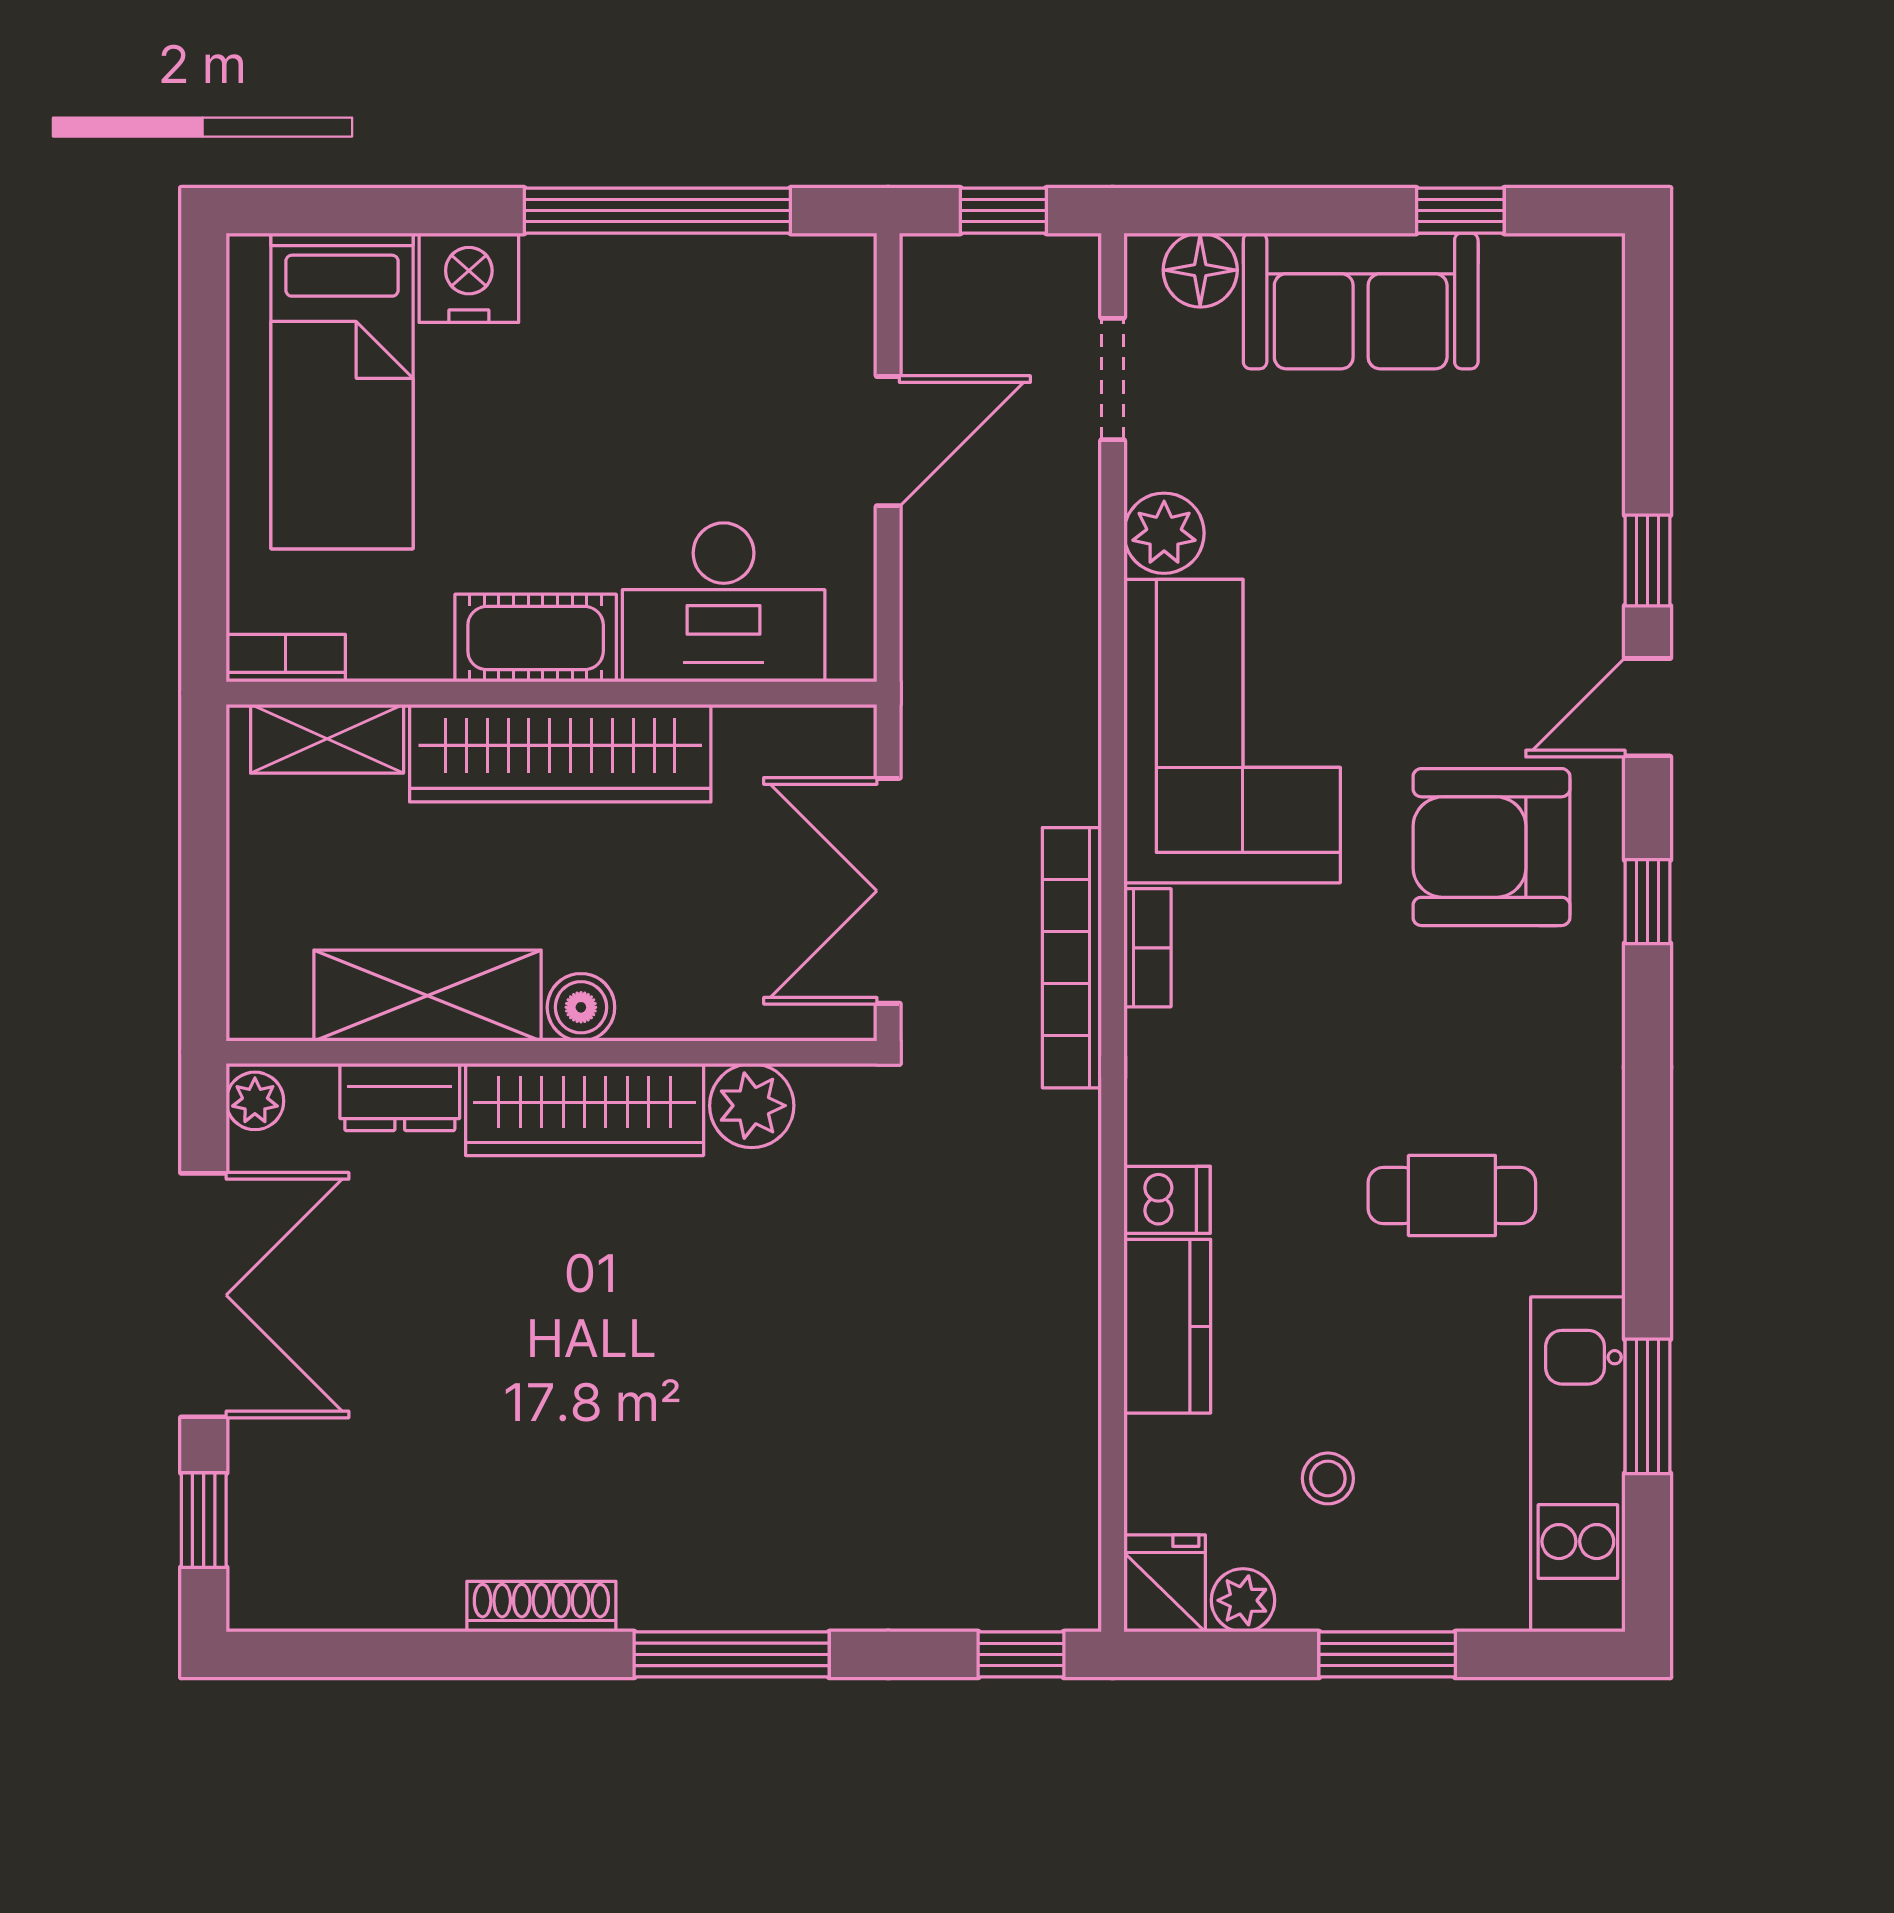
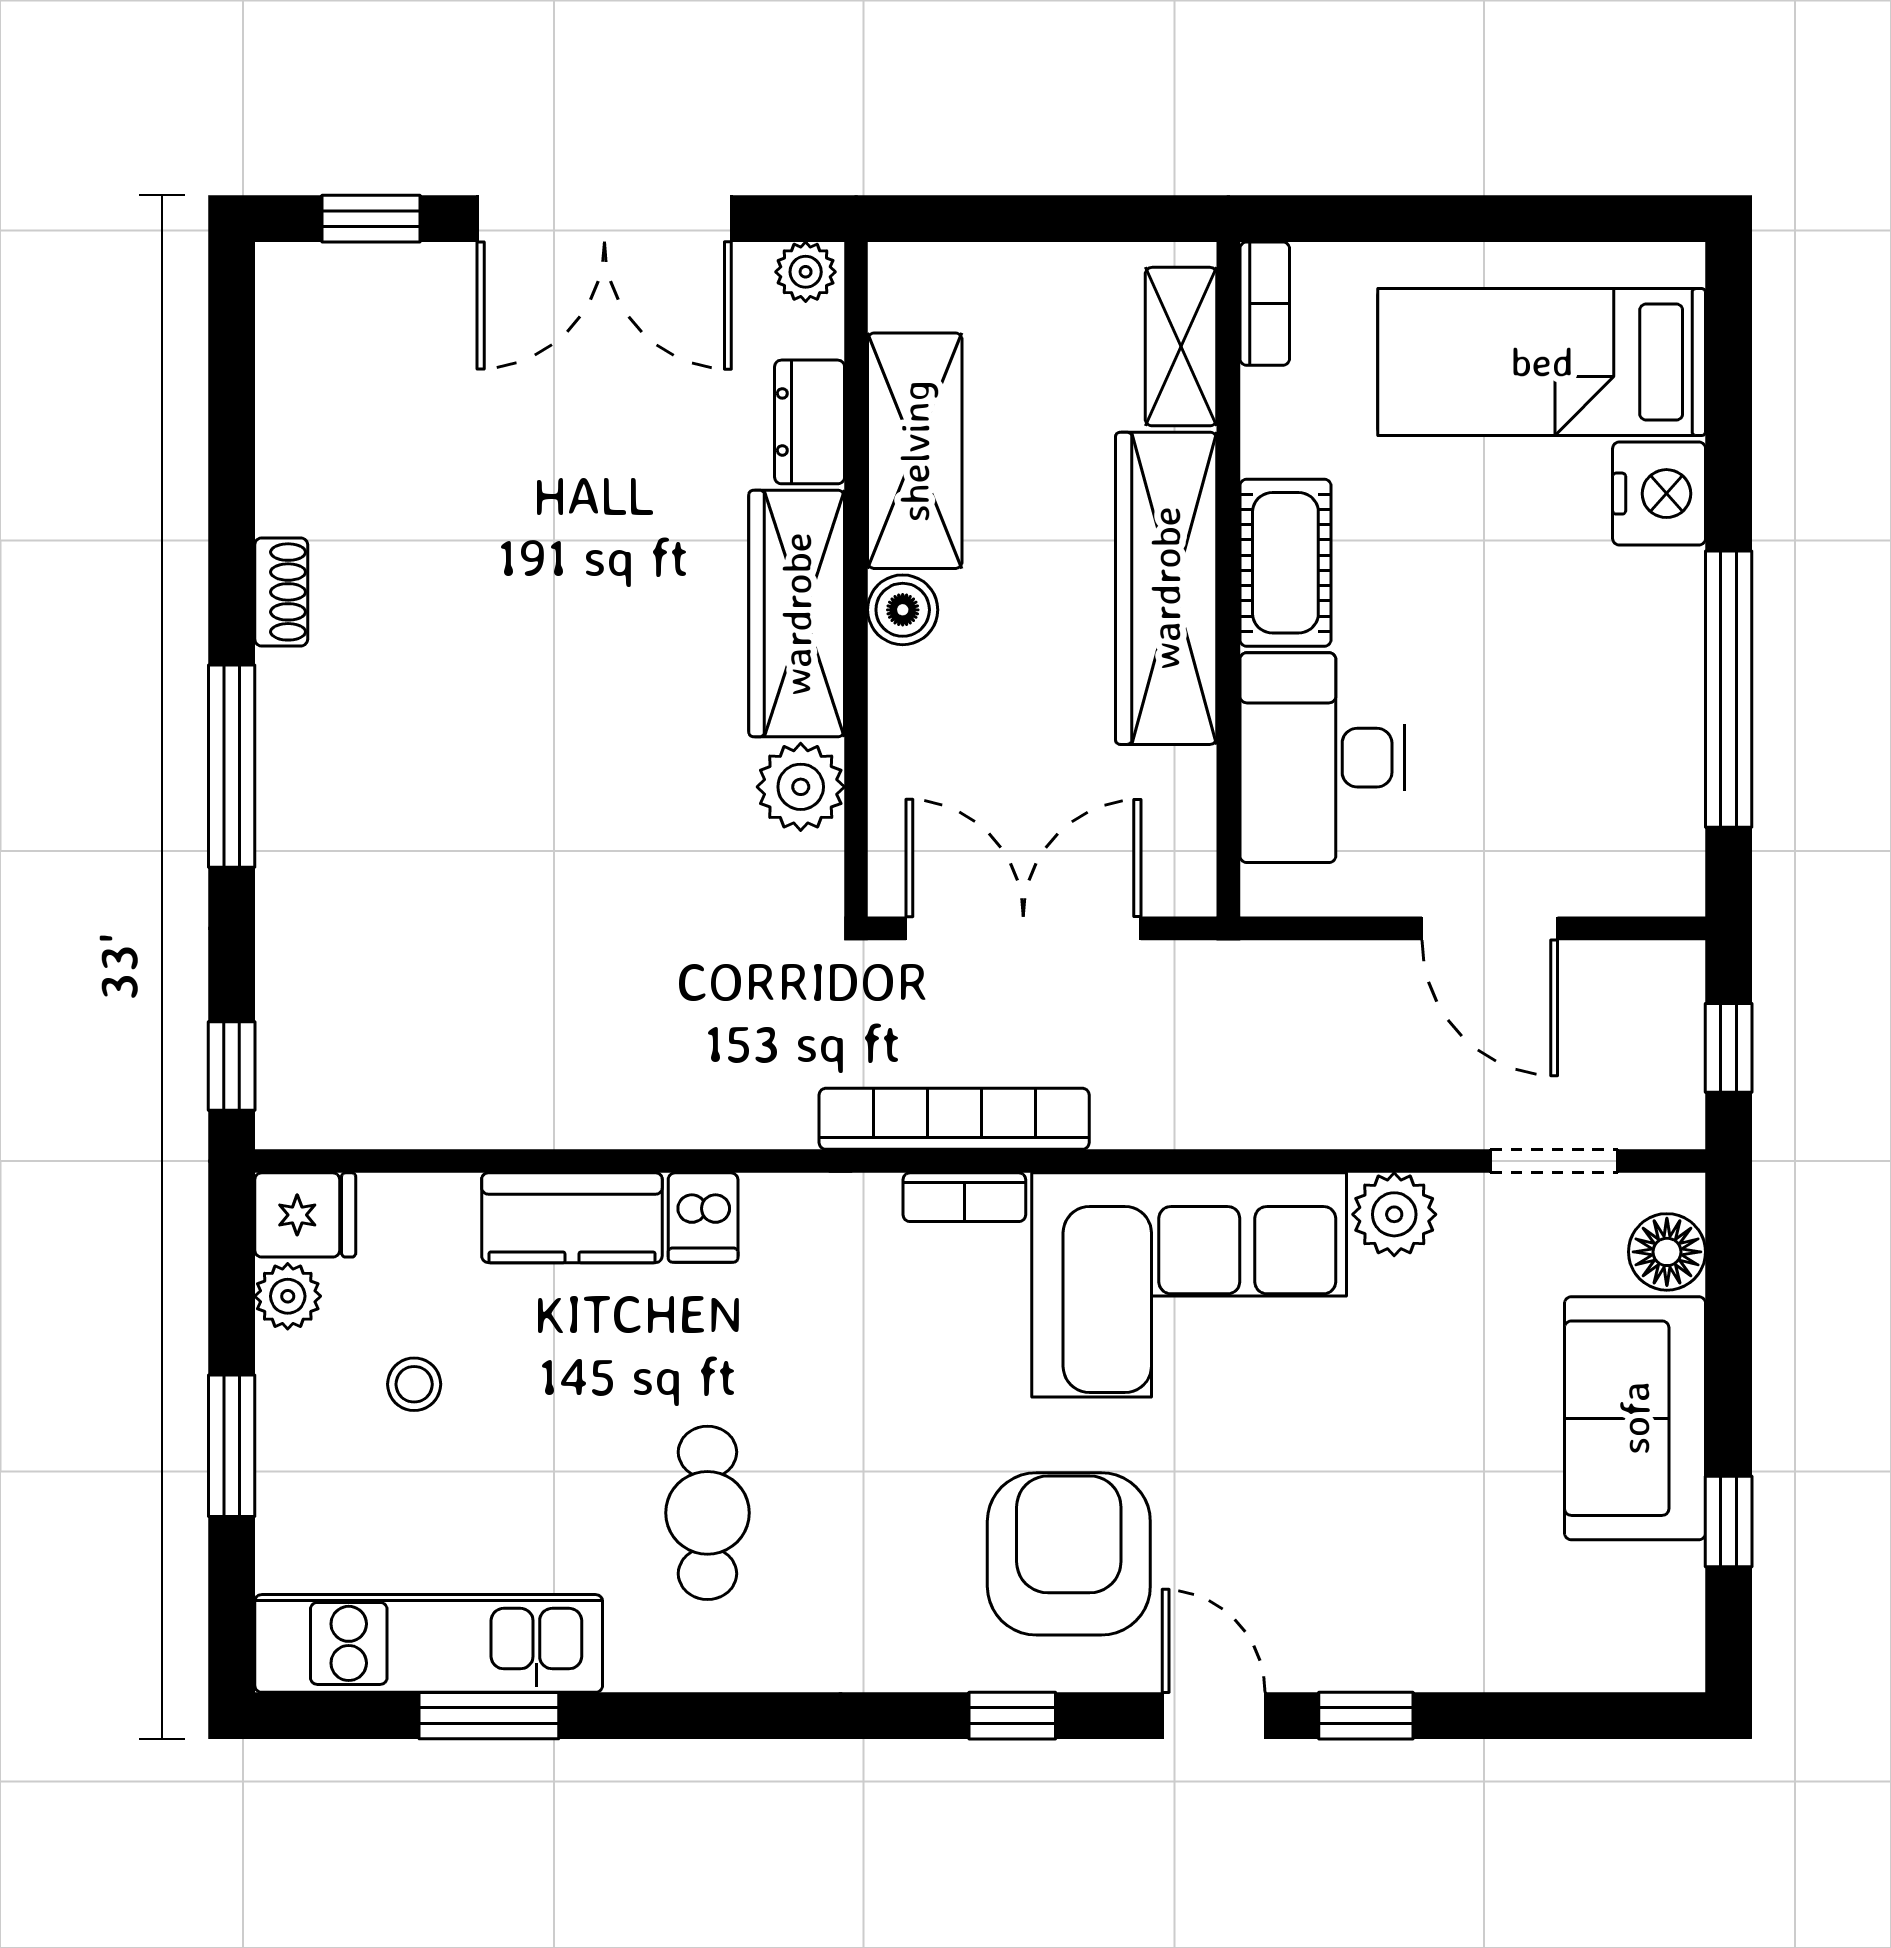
shoe rack: (541, 1607) -> (281, 592), width x0.70

